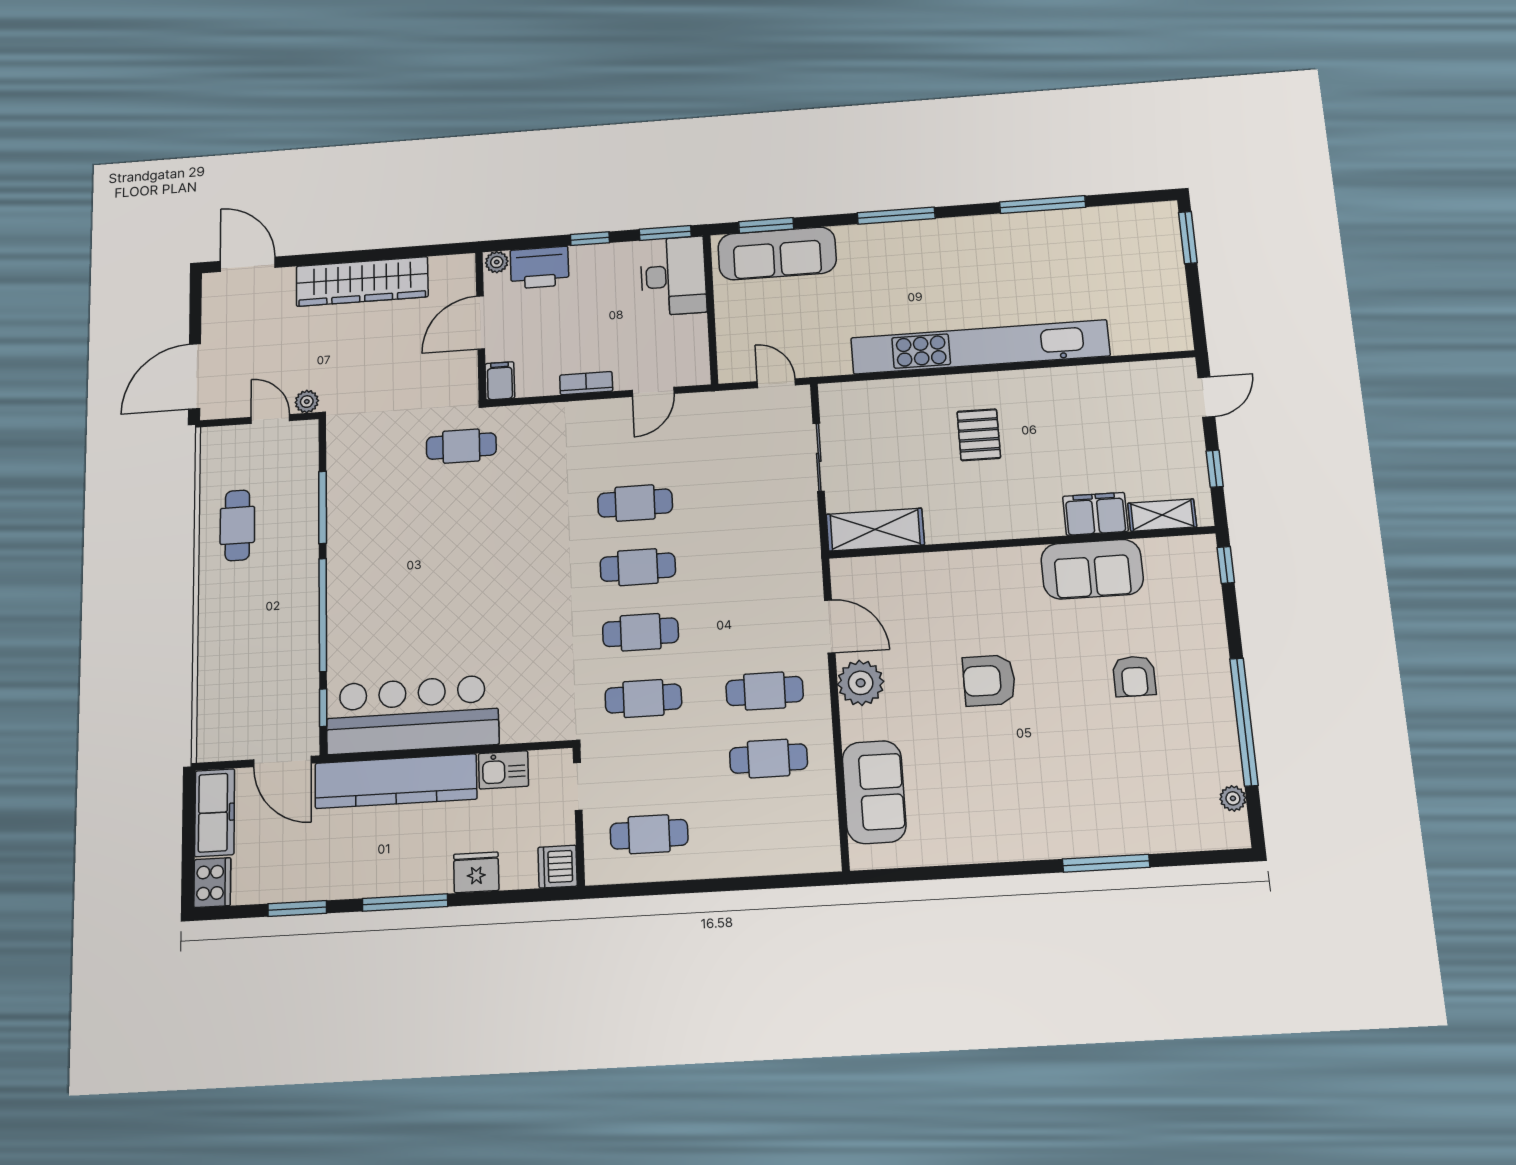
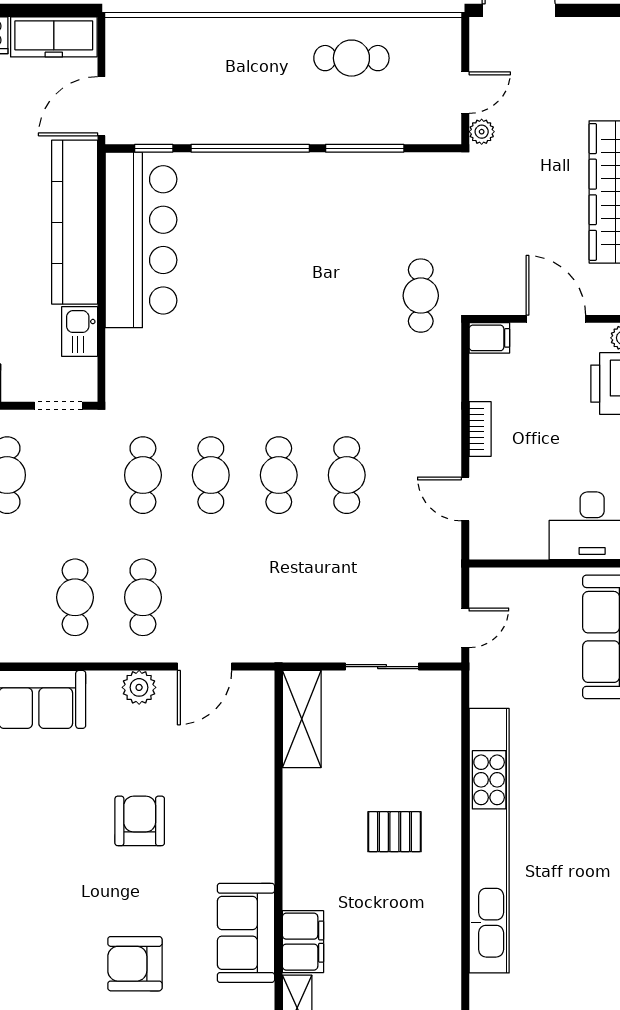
armchair: (1134, 676) -> (135, 964), width x1.38, depth x1.38
plant: (861, 683) -> (139, 687), width x0.73, depth x0.73

